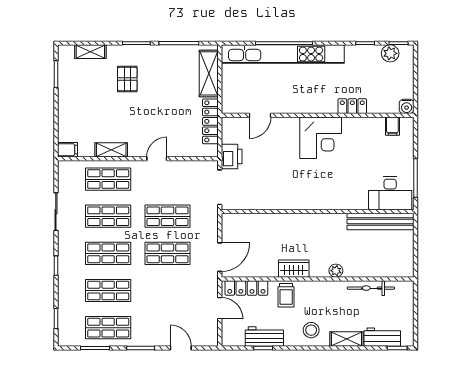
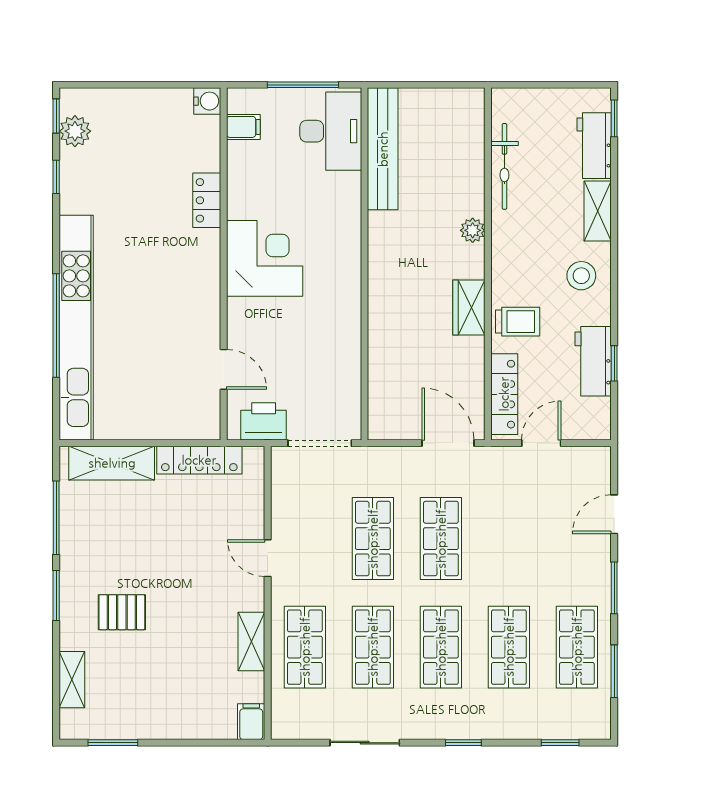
locker: (352, 106) -> (207, 200), moved
water cooler: (407, 106) -> (207, 101), moved
door: (260, 115) -> (224, 369), moved
wall: (318, 115) -> (224, 264), moved
filing cabinet: (392, 126) -> (243, 127), moved
corner desk: (321, 138) -> (265, 258), moved

